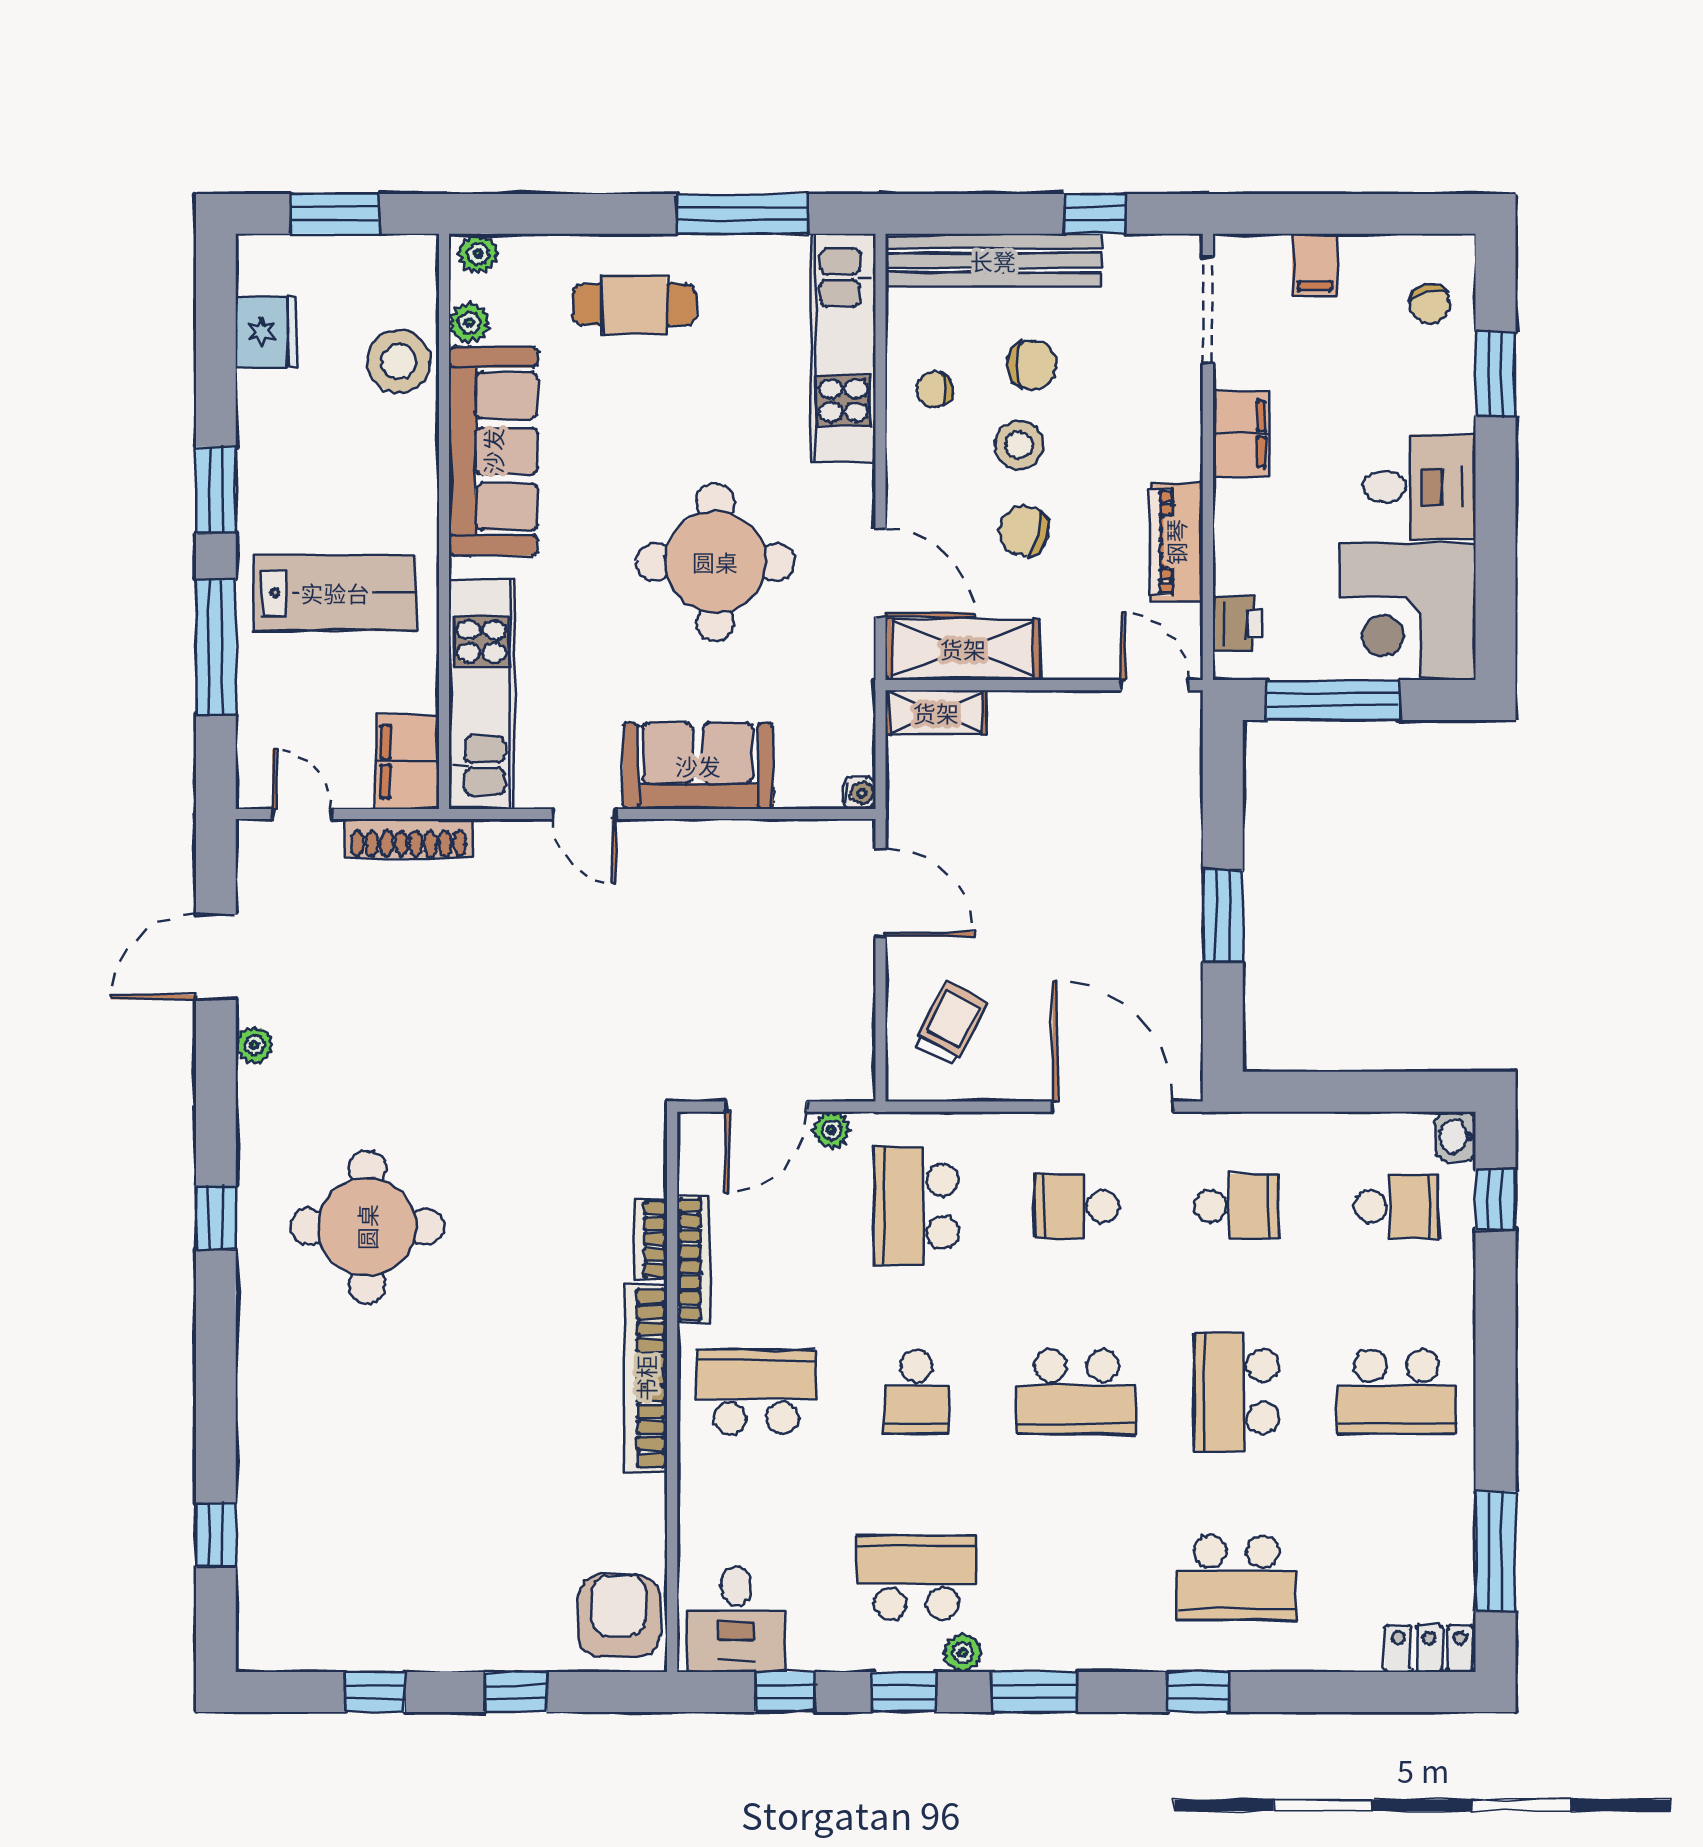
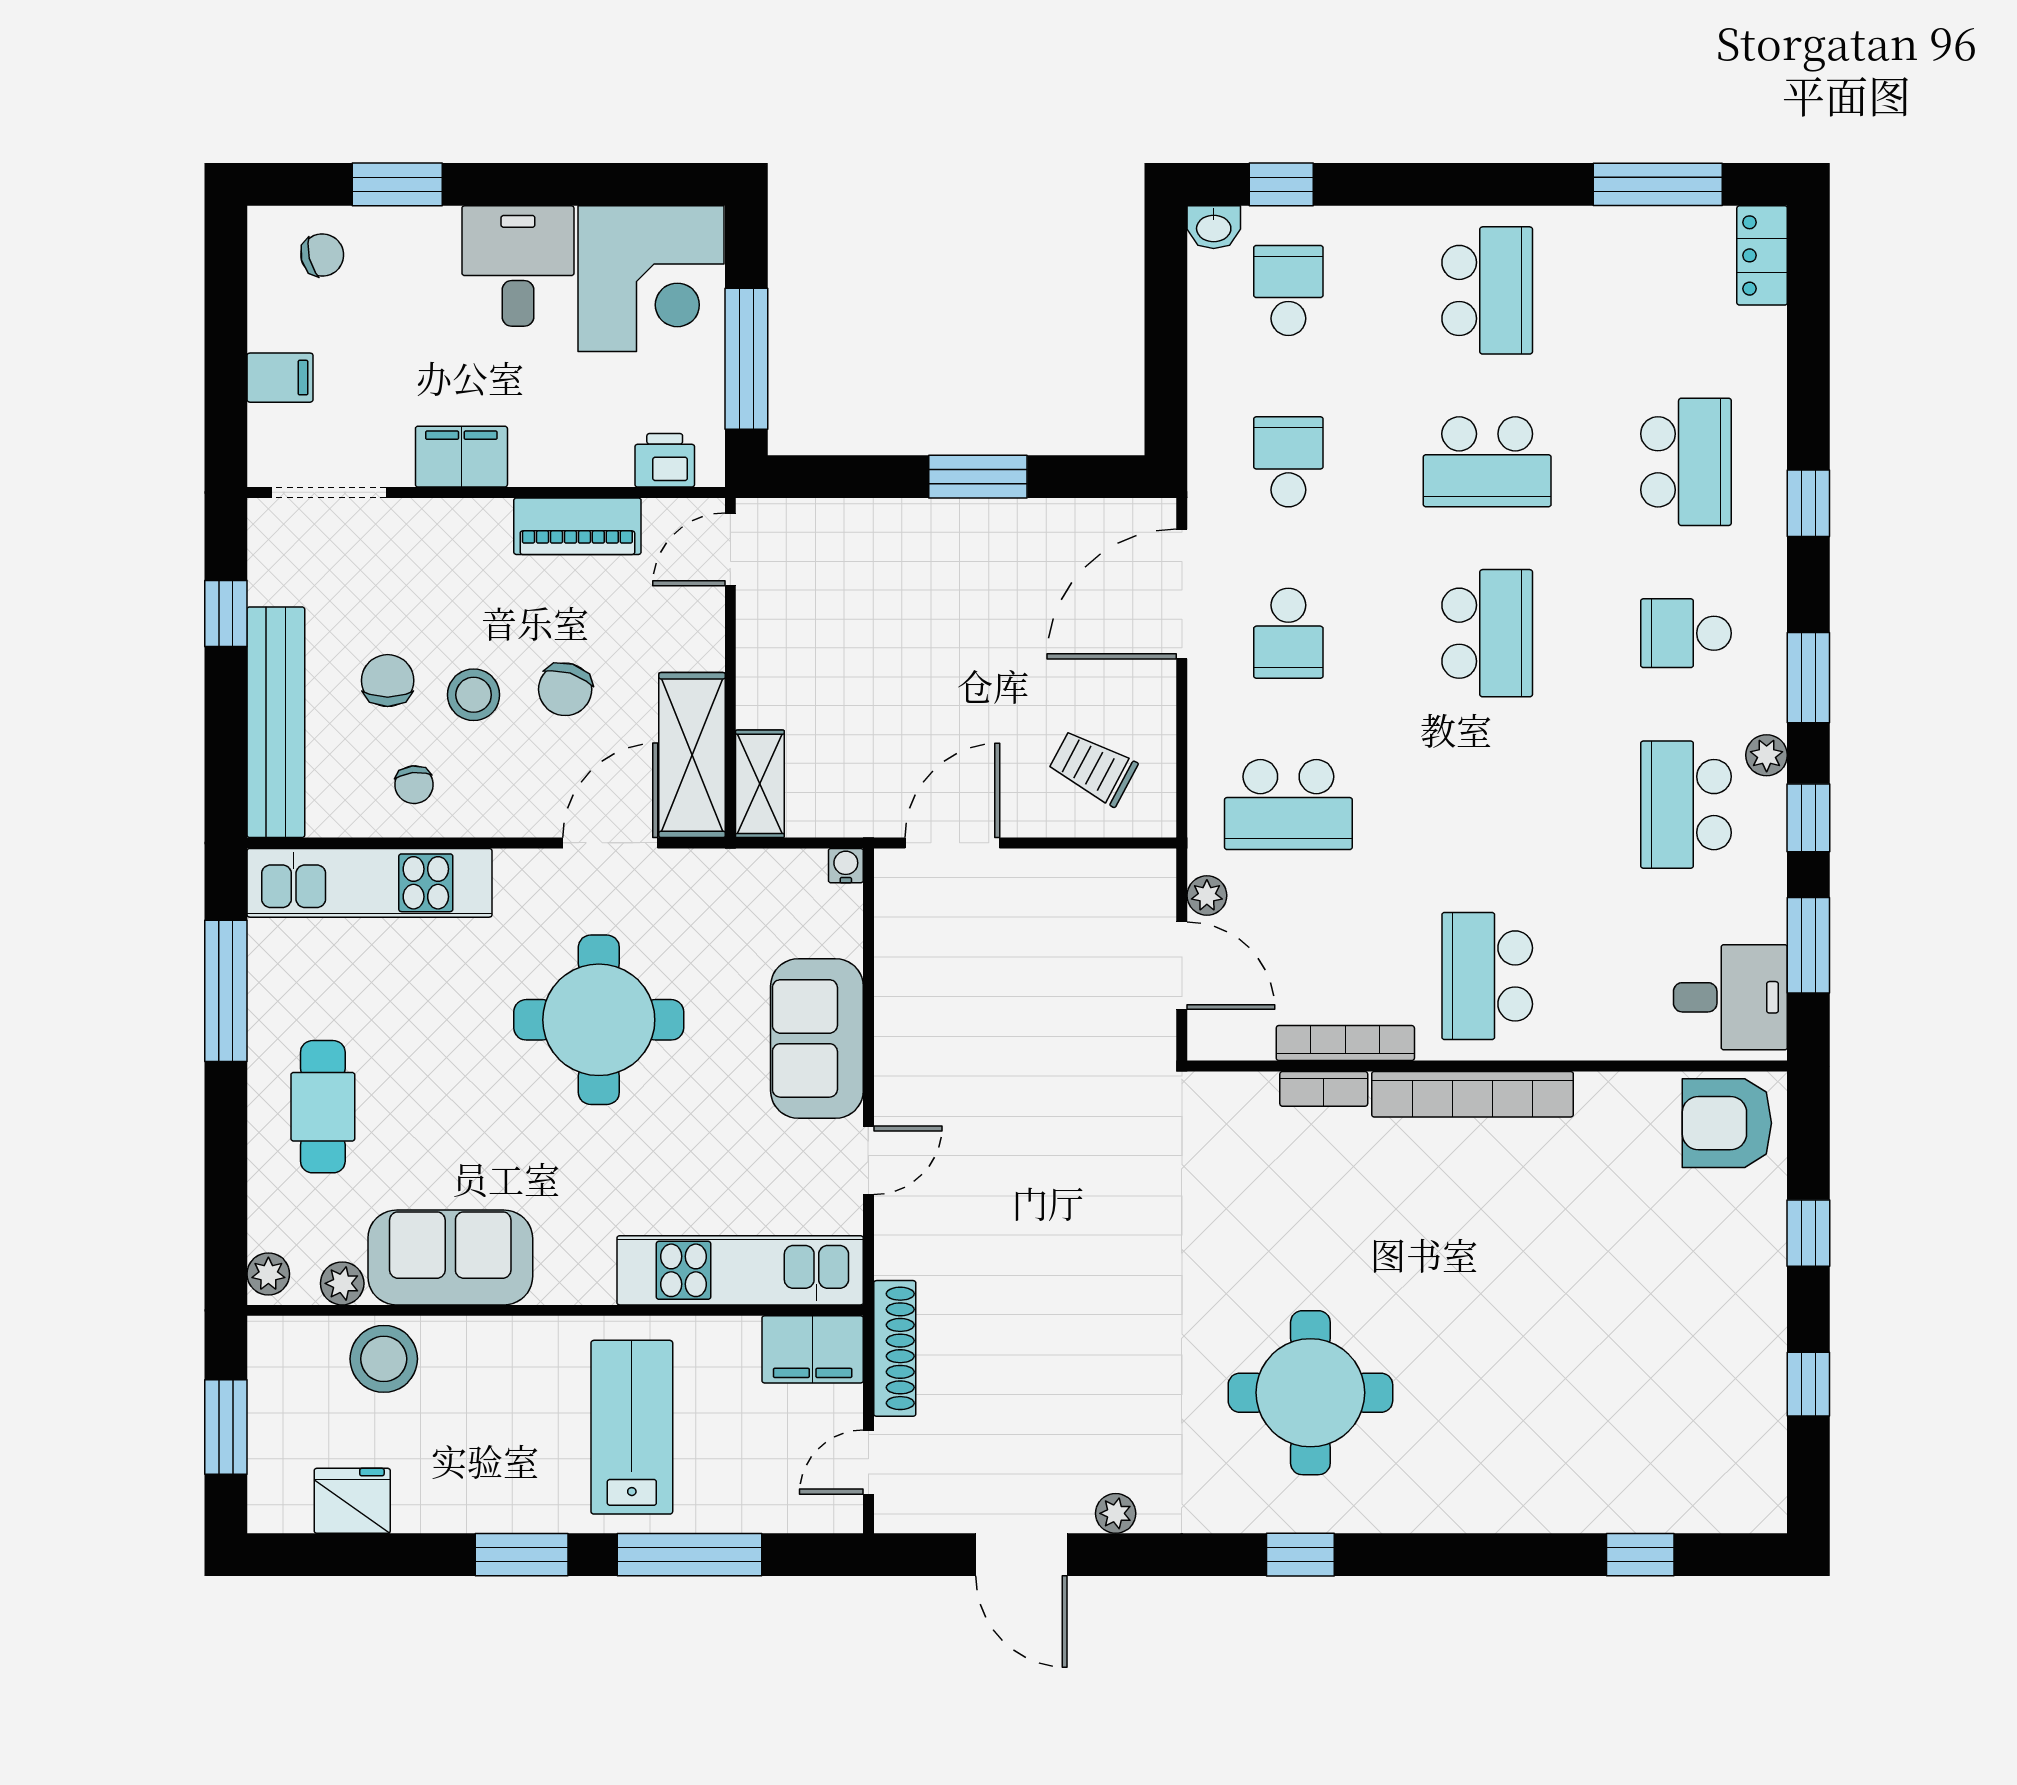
sofa: (493, 451) -> (450, 1257), width x0.73
school desk: (916, 1392) -> (1686, 633), moved, turned 180
window: (785, 1692) -> (1808, 945), width x1.50

